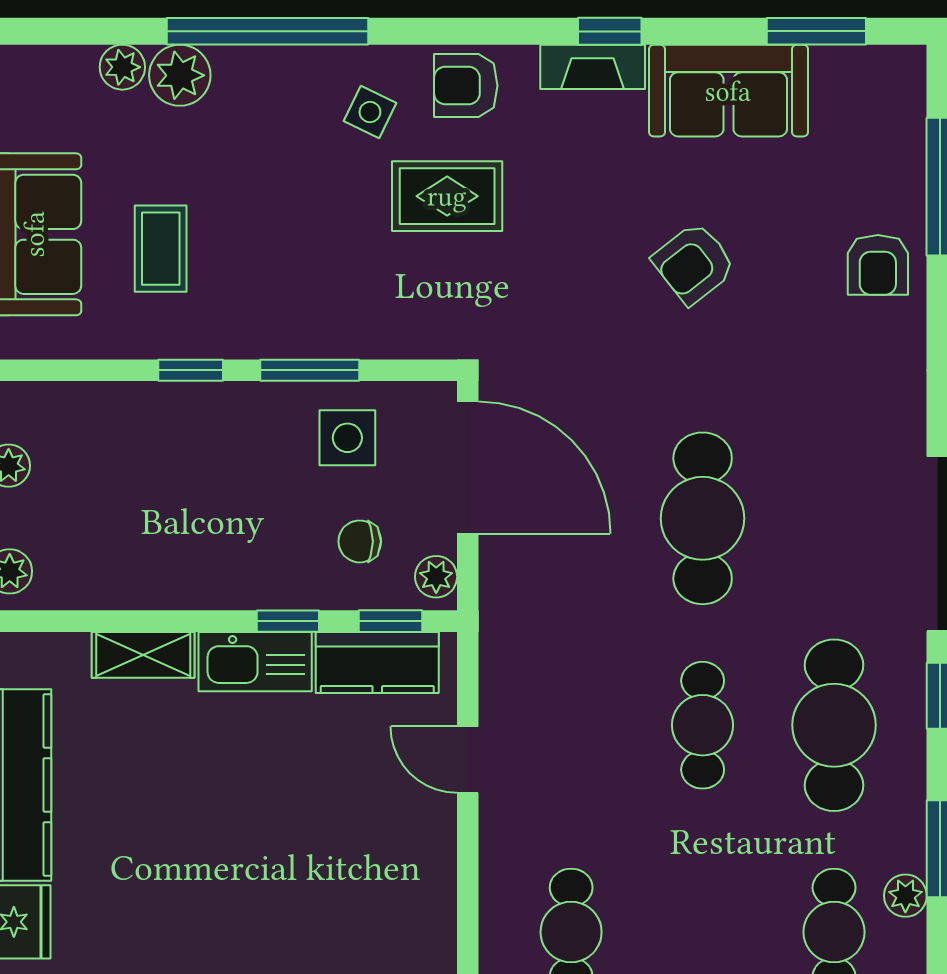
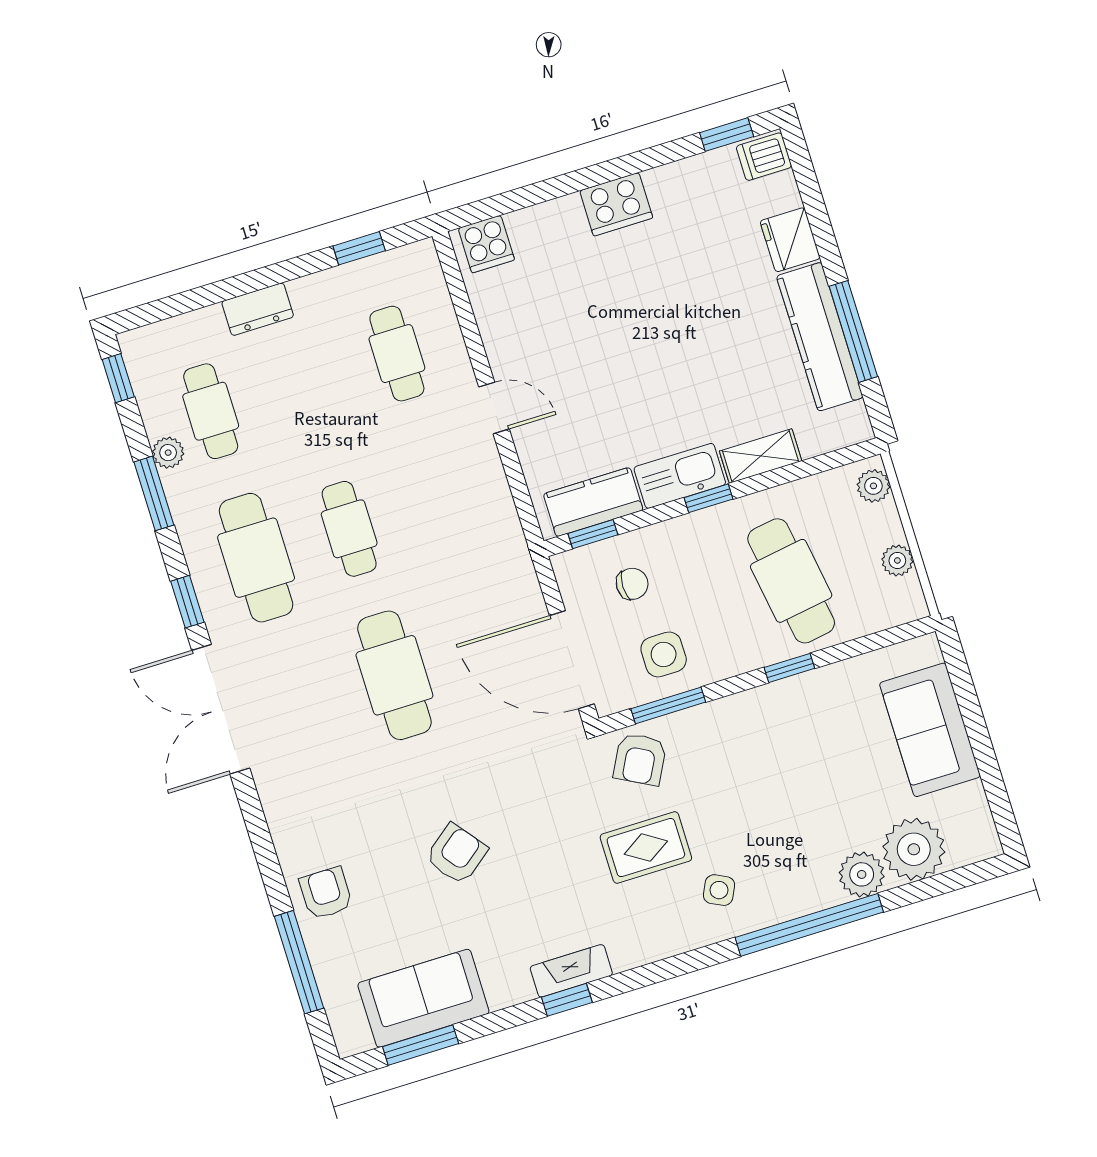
plant: (122, 67) -> (914, 849), width x1.87, depth x1.87
armchair: (466, 86) -> (640, 759), moved, turned 118
sofa: (728, 91) -> (423, 998), moved
coffee table: (161, 249) -> (837, 748), removed
window: (310, 370) -> (668, 705), moved
cafe table: (154, 482) -> (791, 581), added
plant: (436, 577) -> (570, 576), removed
window: (288, 621) -> (709, 498), moved
door: (468, 760) -> (494, 408), moved

